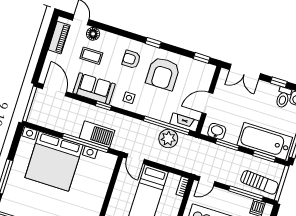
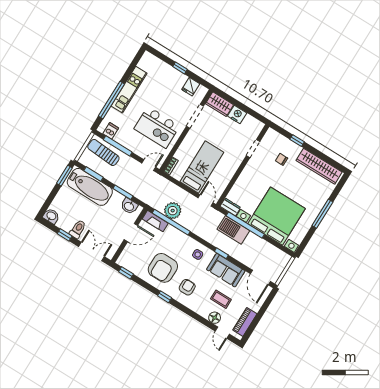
armchair: (131, 59) -> (187, 287), turned -90
armchair: (163, 74) -> (163, 268), turned 180
toilet: (283, 97) -> (78, 229), moved
dresser: (107, 158) -> (230, 207), added

